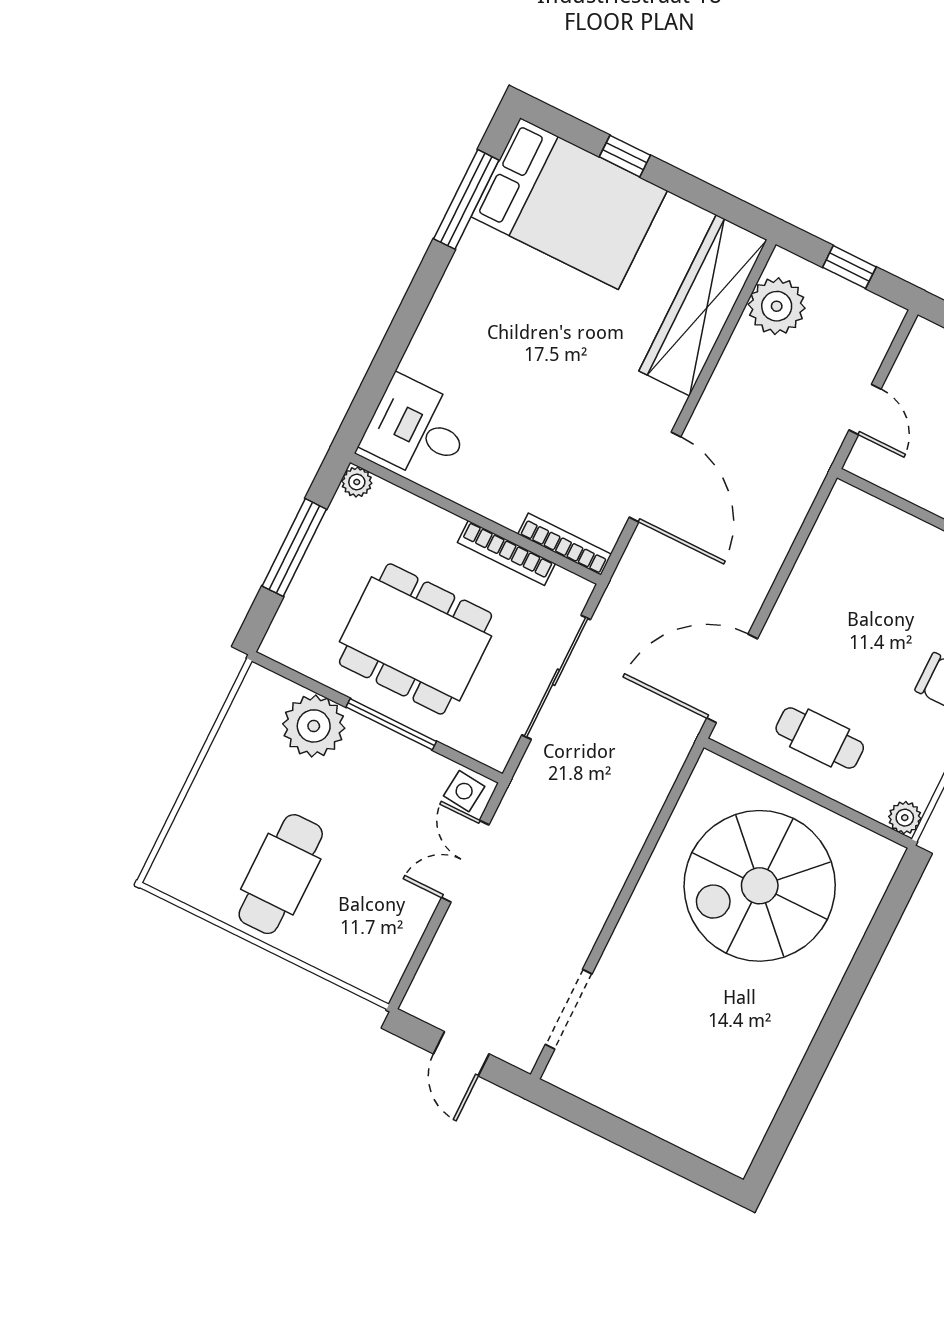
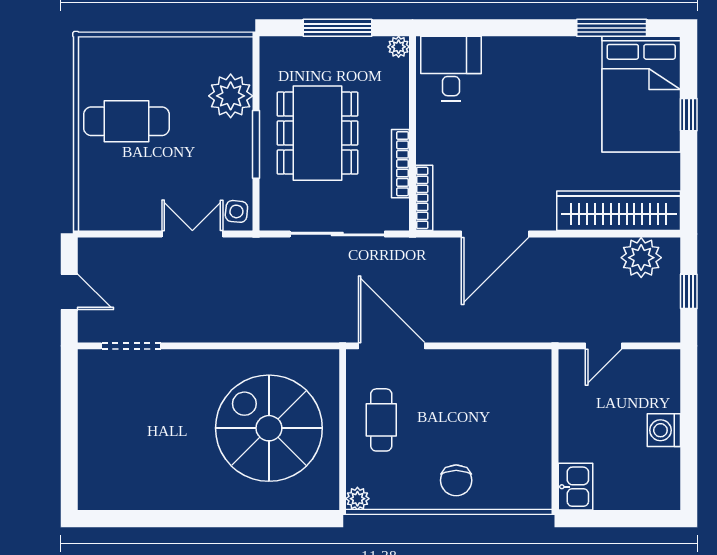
door: (461, 1054) -> (69, 292), swing flipped

